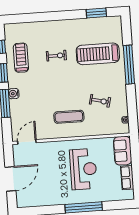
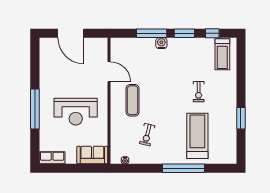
window: (96, 13) -> (241, 118), moved
treadmill: (21, 58) -> (222, 54), moved, turned 90
door: (27, 142) -> (109, 72), moved
row of seats: (127, 178) -> (52, 158), moved

